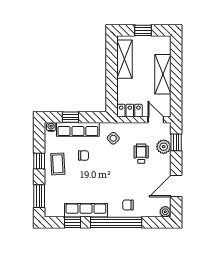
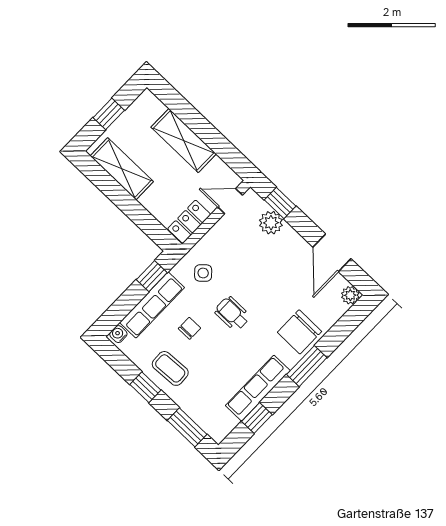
window: (70, 117) -> (152, 276), moved
wheelchair: (141, 154) -> (232, 314), moved
chair: (128, 205) -> (300, 332), width x1.87, depth x1.87
window: (116, 222) -> (307, 366), width x0.47

